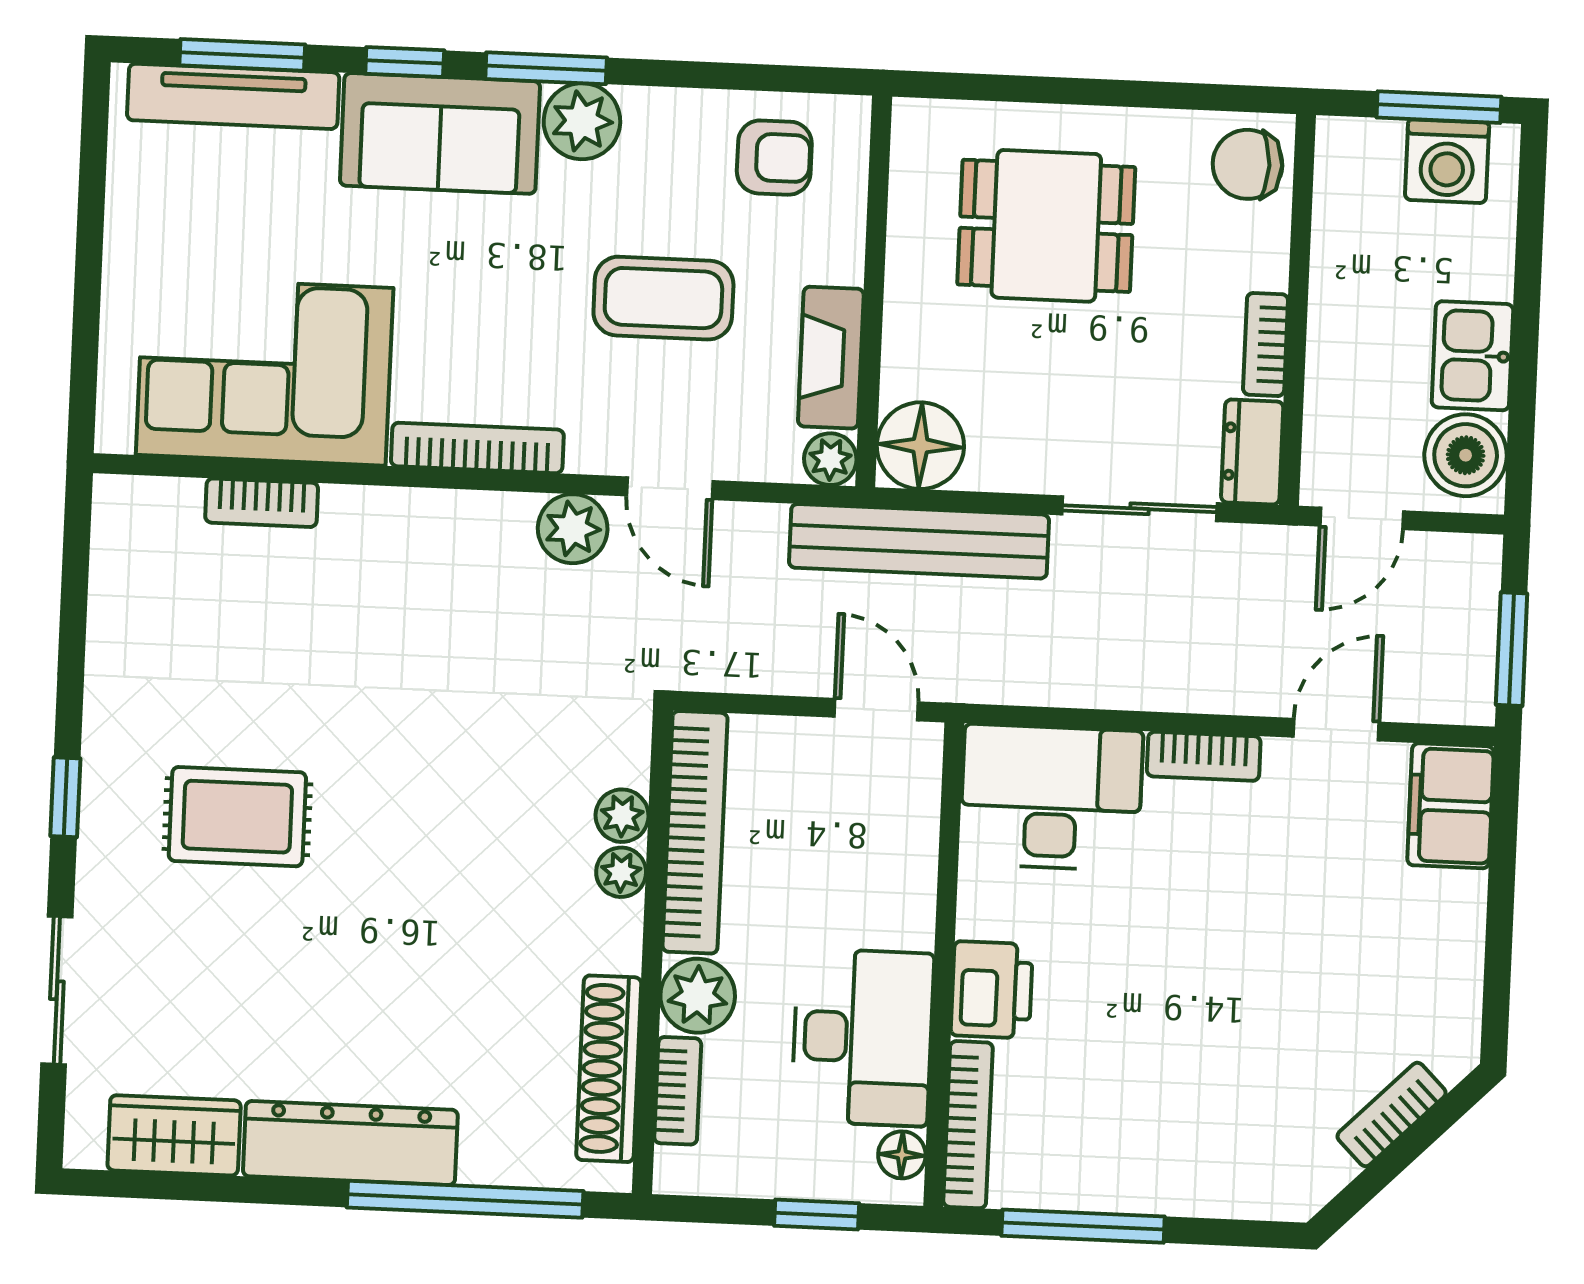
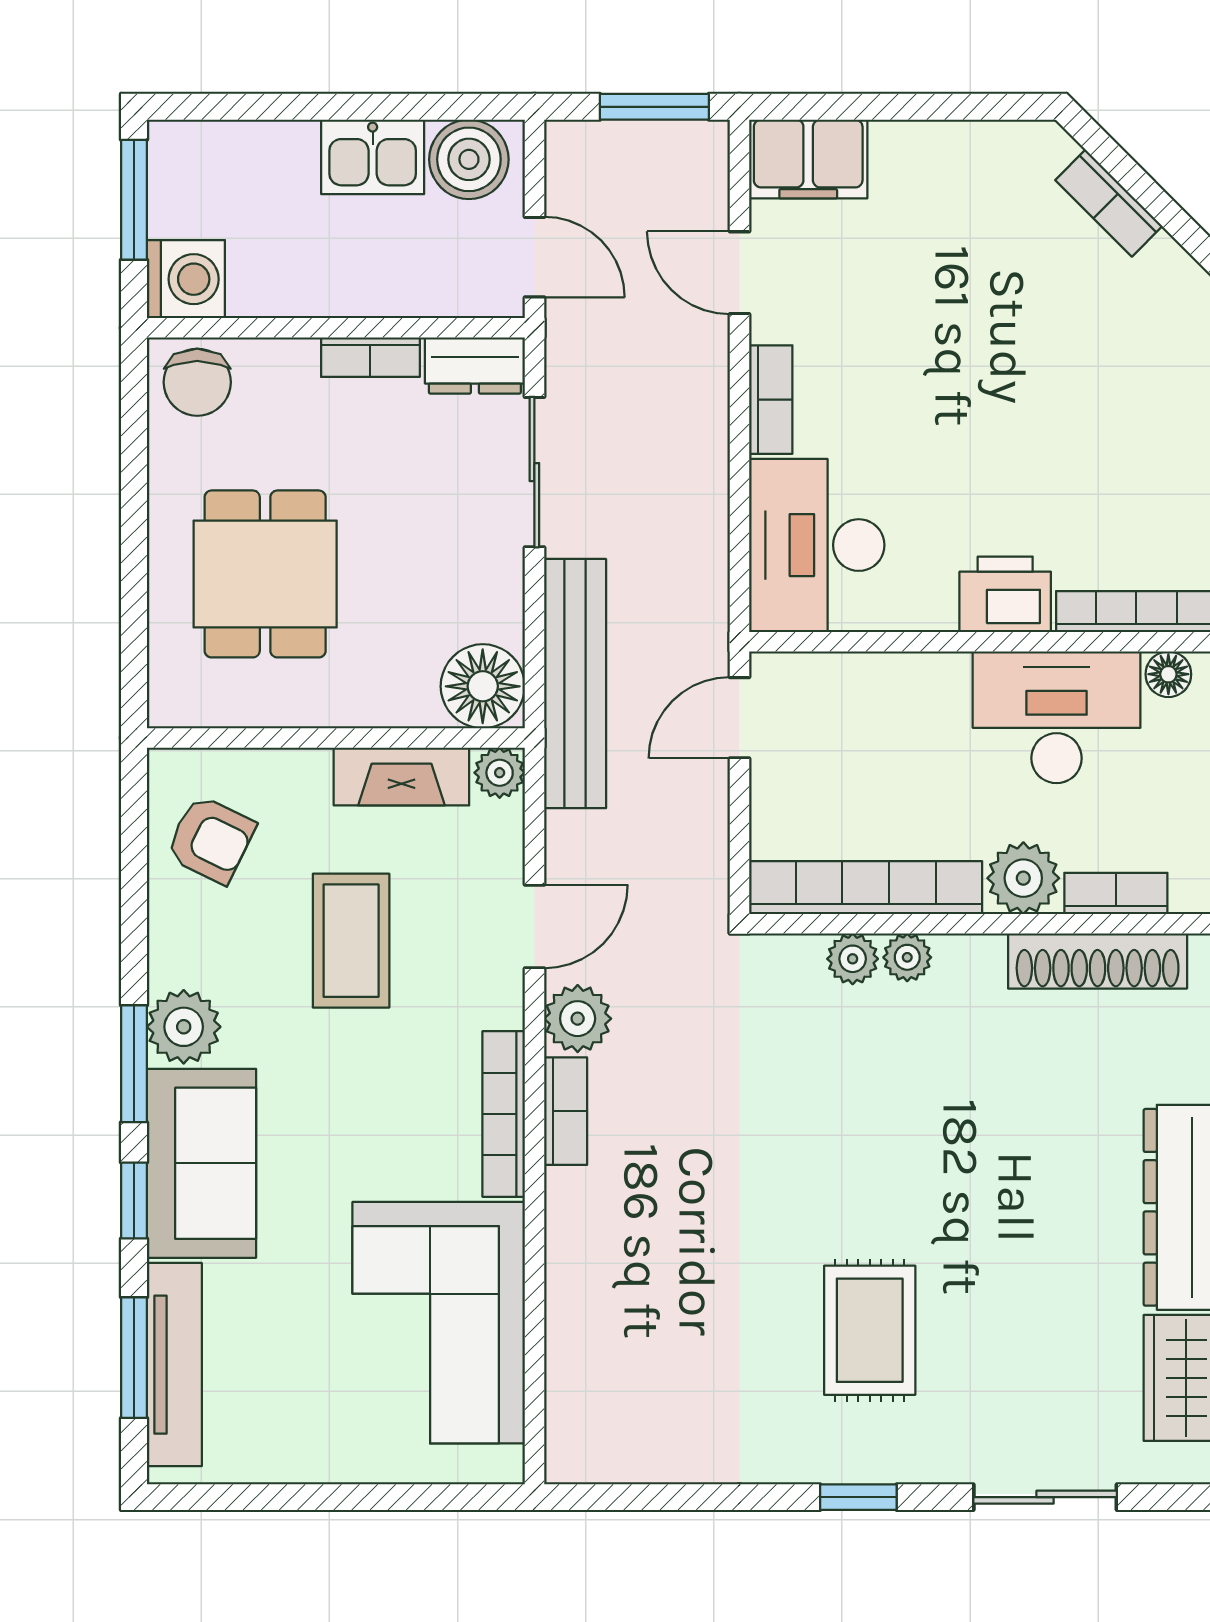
armchair: (774, 158) -> (211, 840), turned 116
washing machine: (1447, 161) -> (186, 279), moved
bookcase: (262, 503) -> (566, 1111), moved

